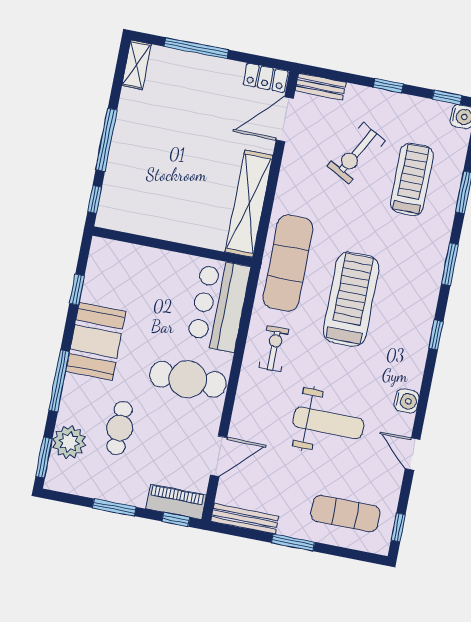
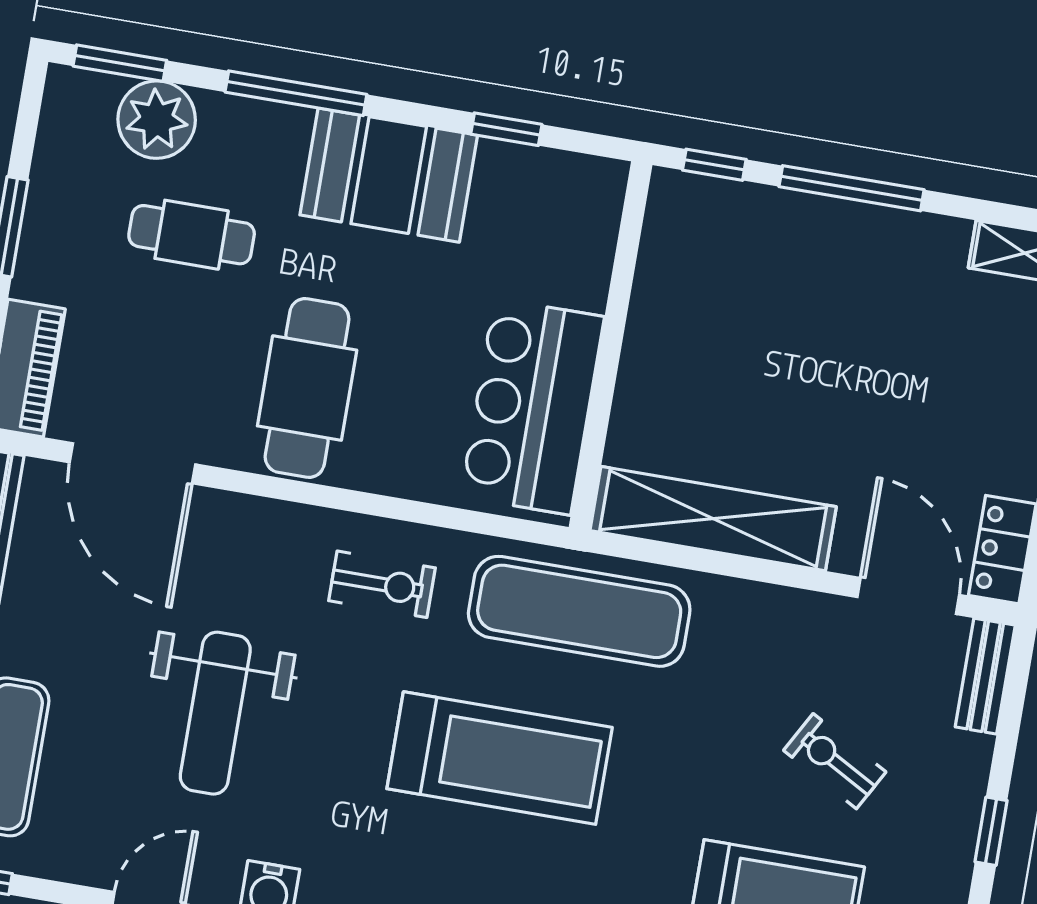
exercise bike: (356, 153) -> (835, 761), width x0.73, depth x0.72
bar counter: (219, 305) -> (532, 407), moved, turned -90
door: (219, 456) -> (133, 463), width x1.36

